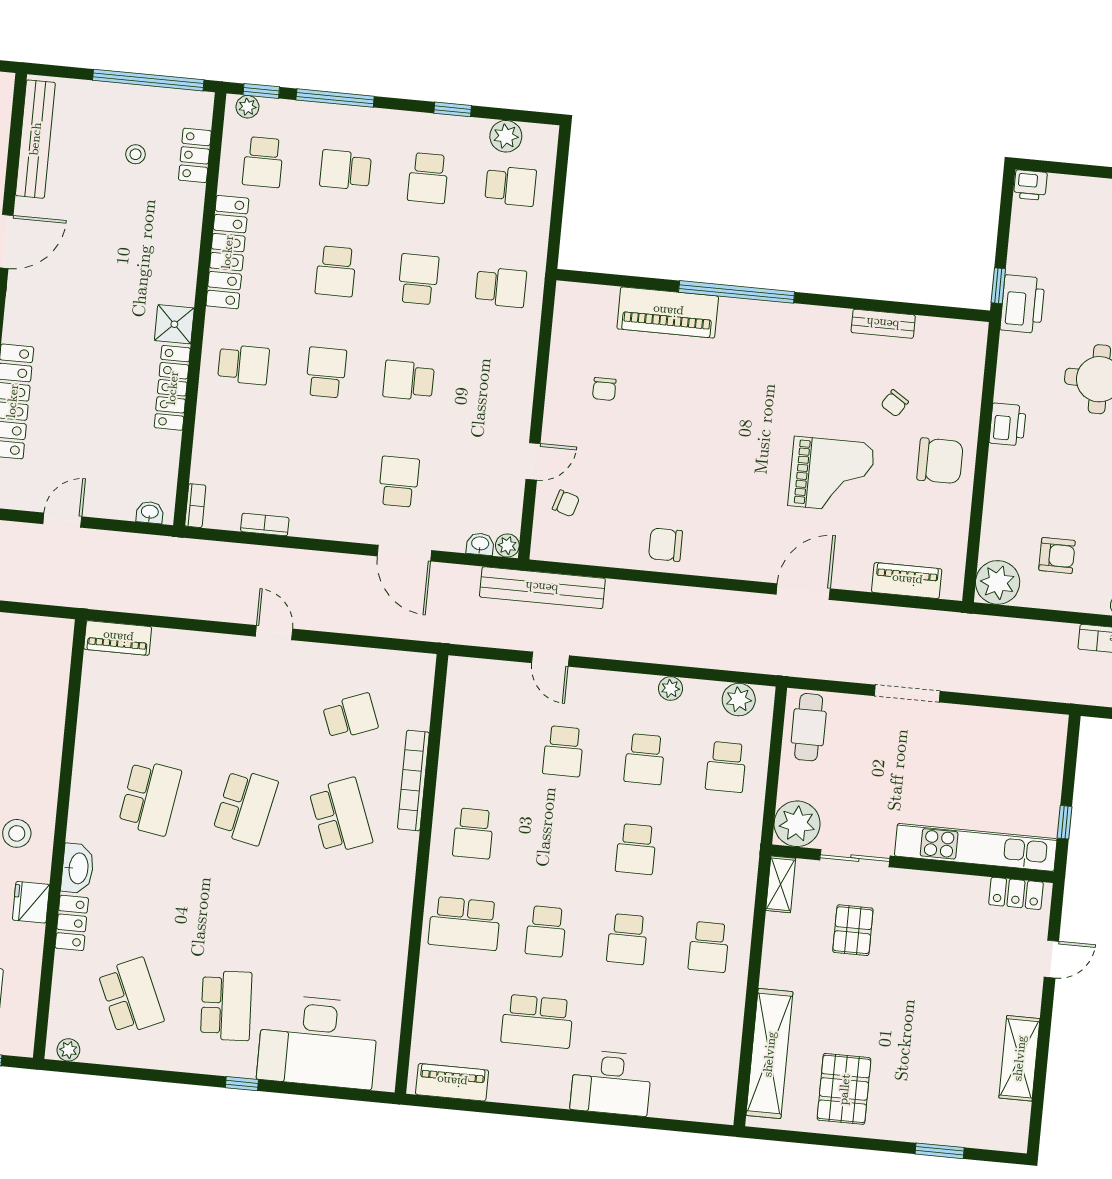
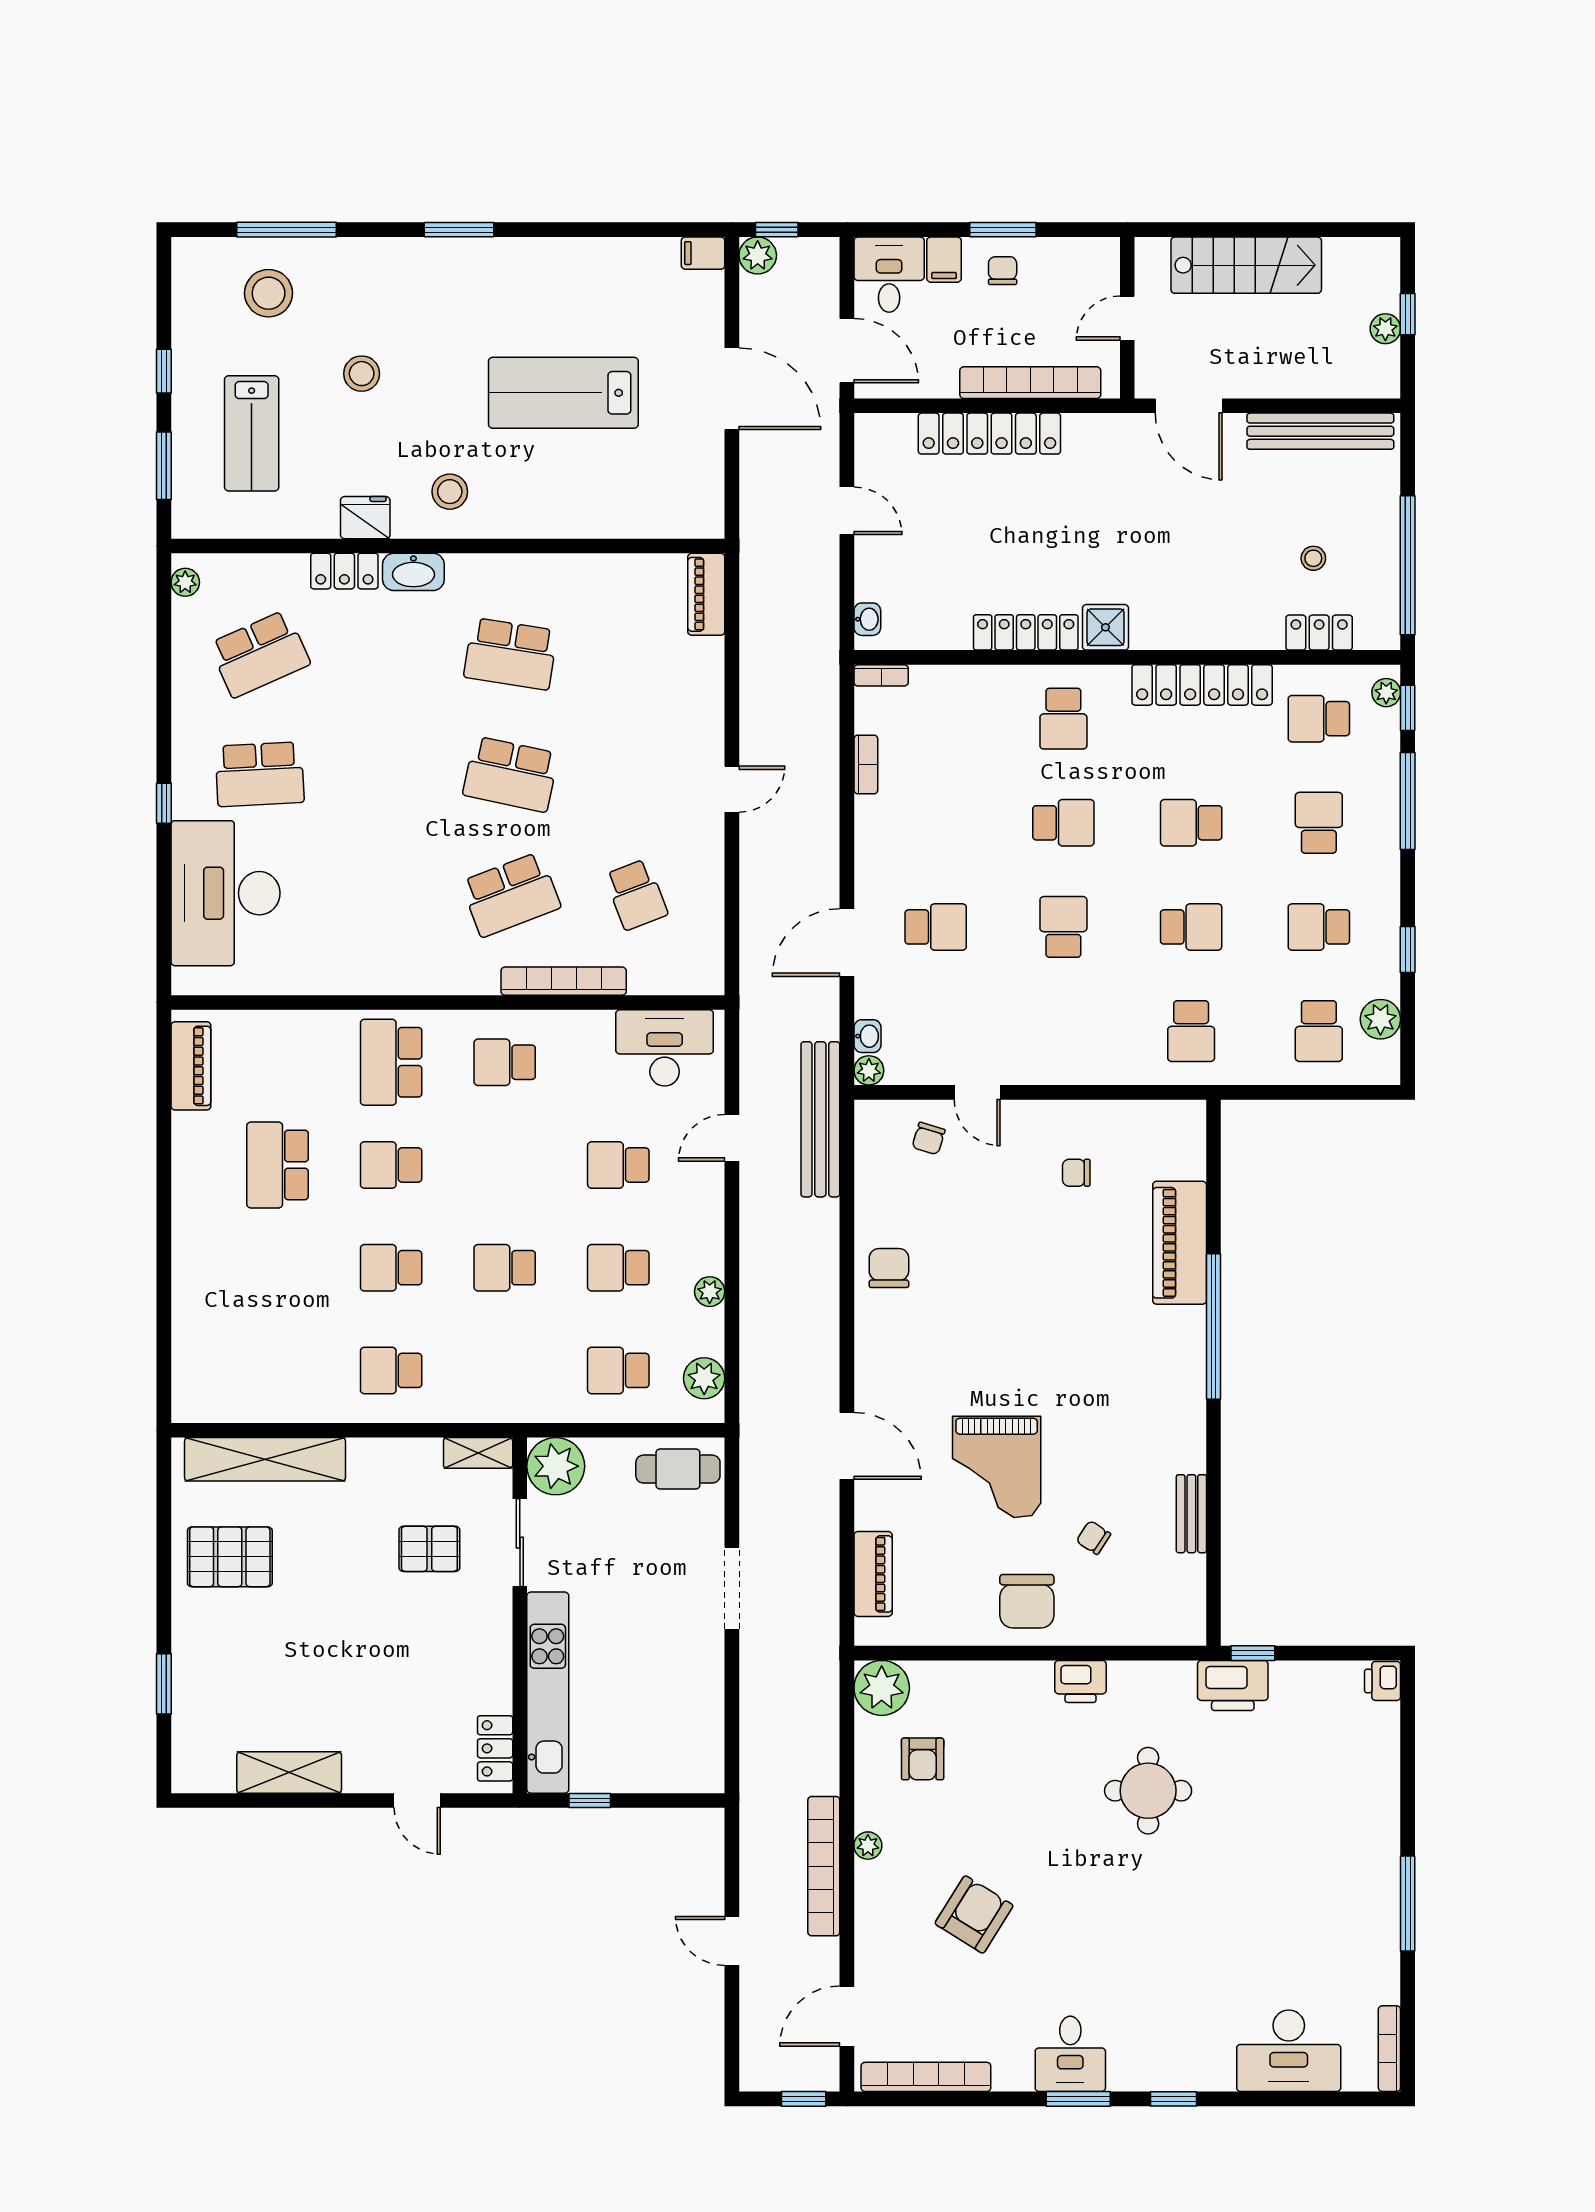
desk: (611, 1083) -> (665, 1048), moved, turned 90

